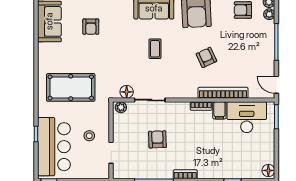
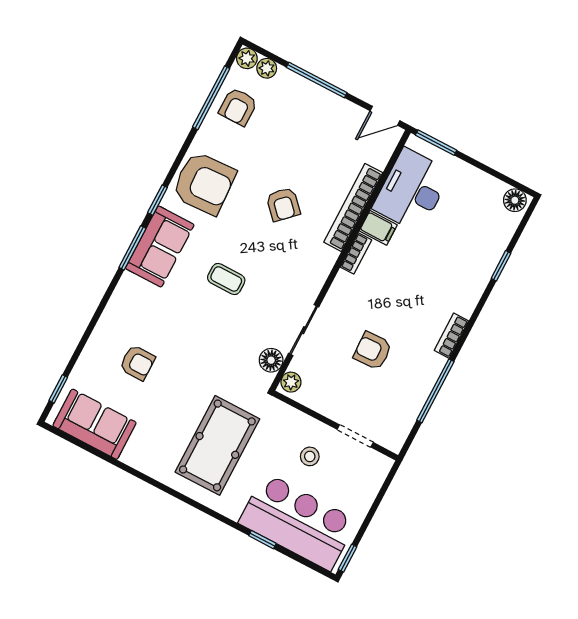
armchair: (206, 57) -> (283, 204), turned -109

